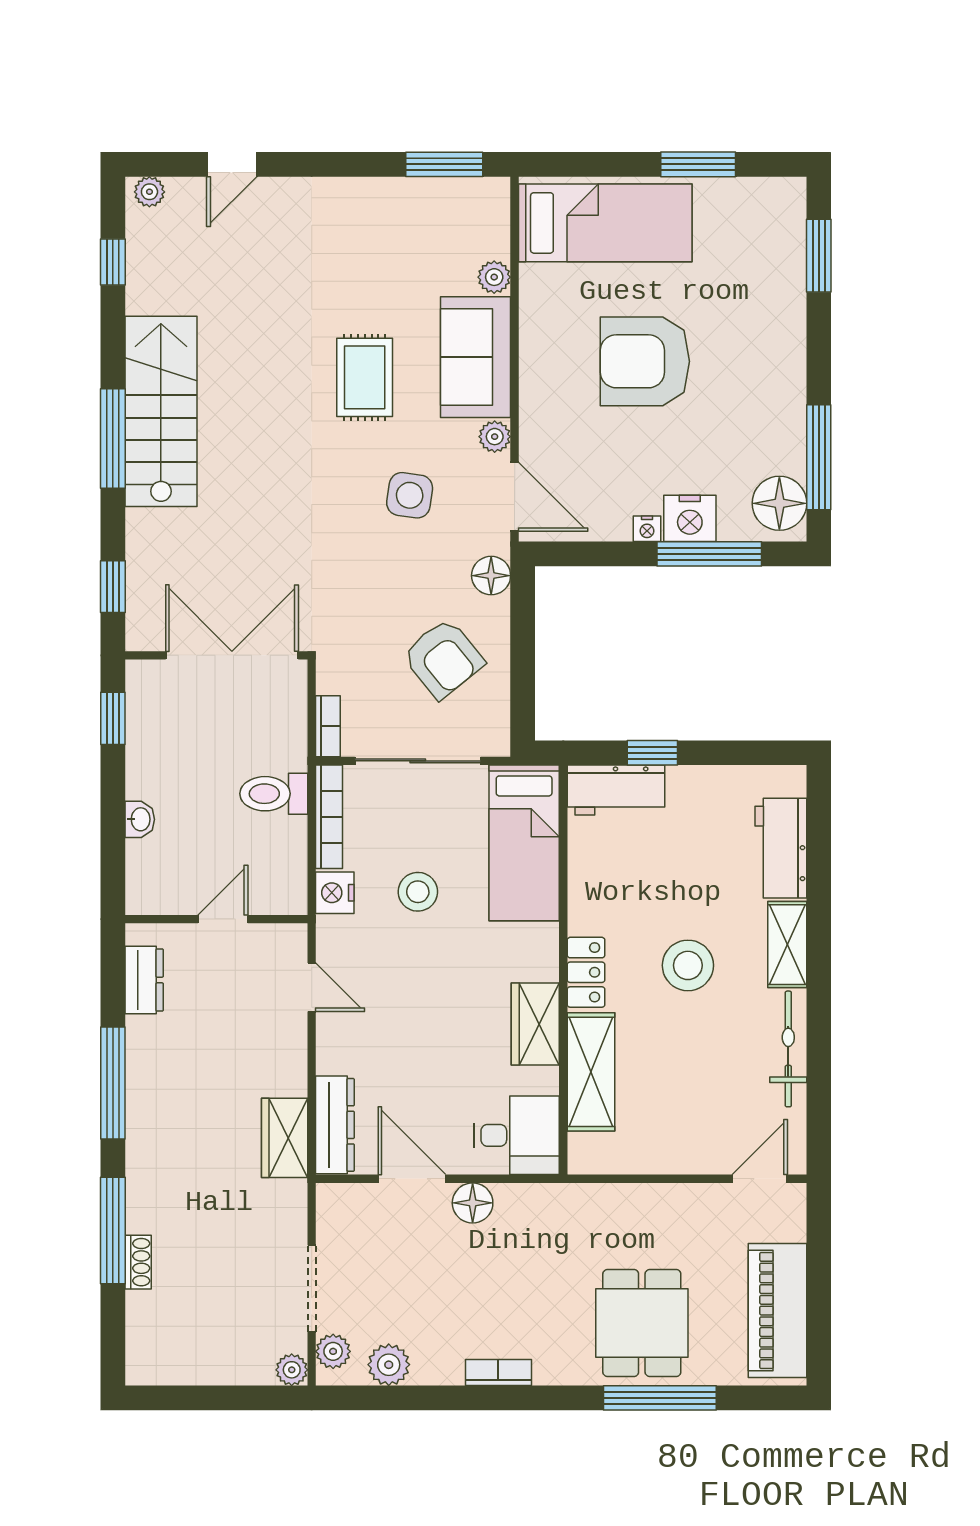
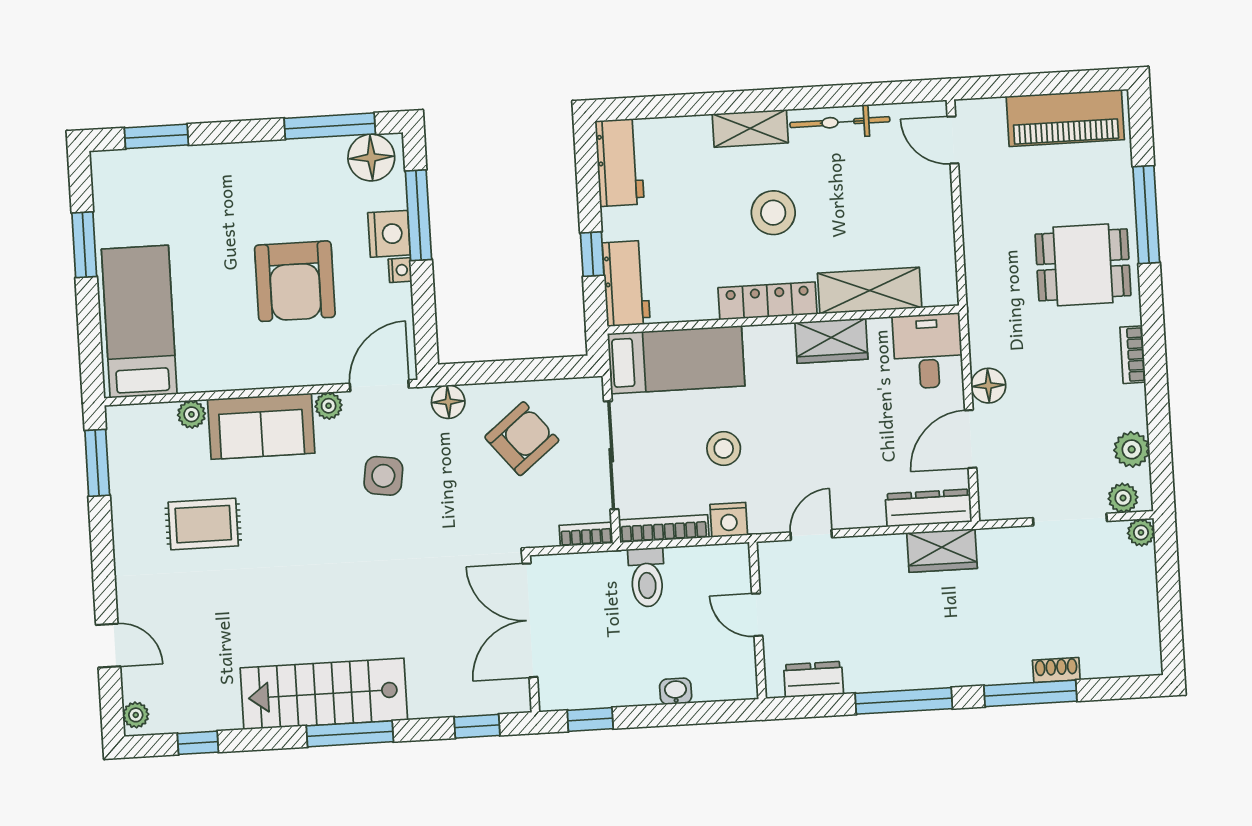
armchair: (645, 361) -> (295, 281), moved
rug: (365, 377) -> (203, 524), moved
workbench: (781, 848) -> (620, 162), moved, turned -90
locker: (586, 972) -> (768, 301), width x1.53
dining table: (642, 1323) -> (1083, 265), moved

